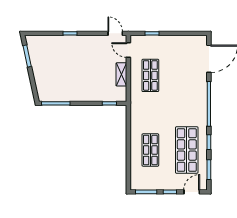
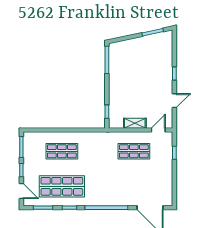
door: (115, 33) -> (174, 101), moved

